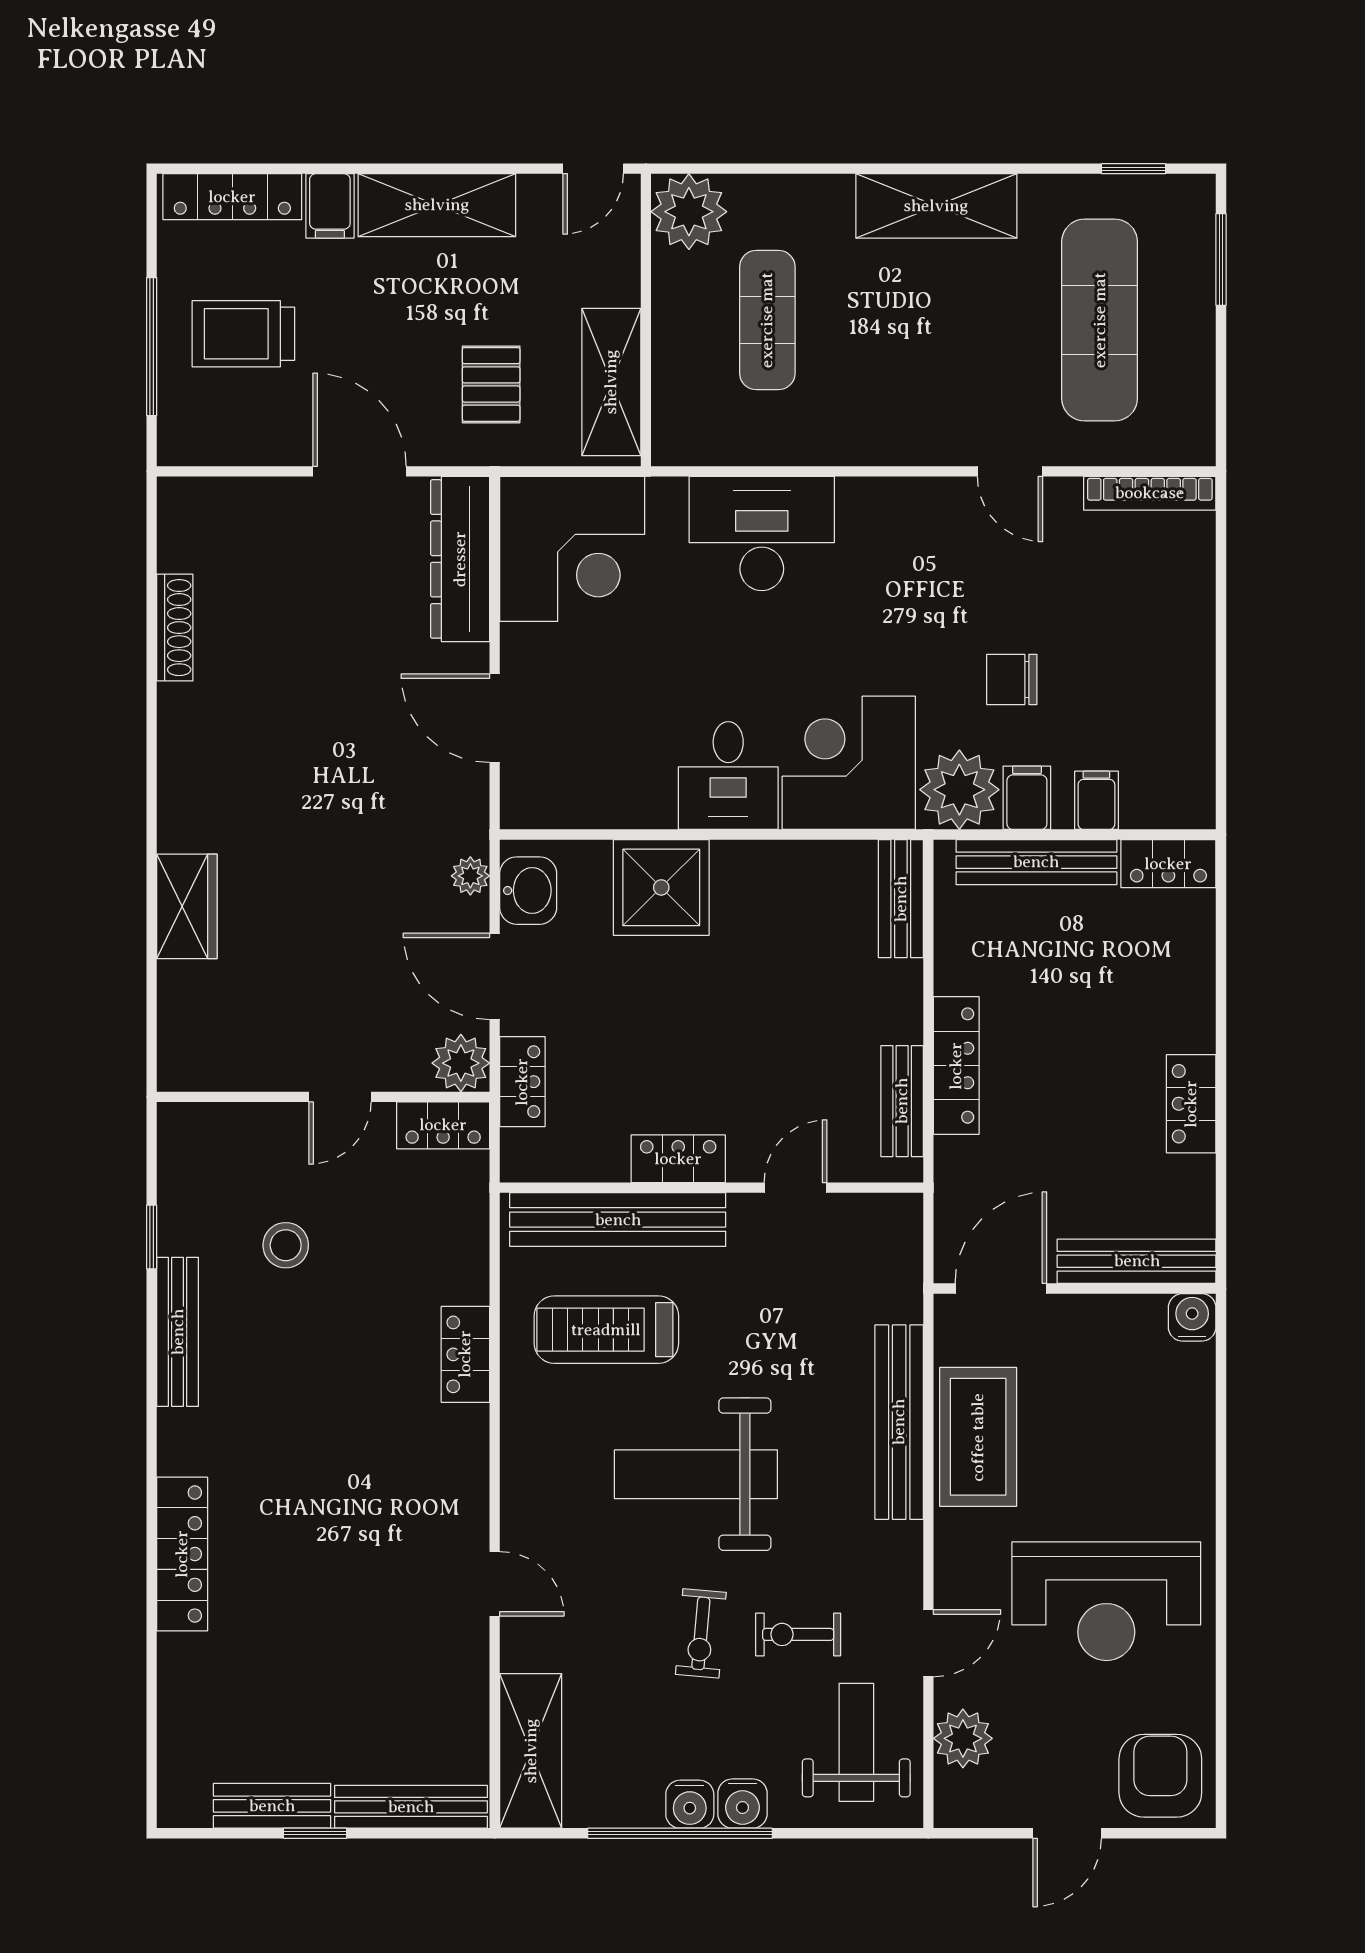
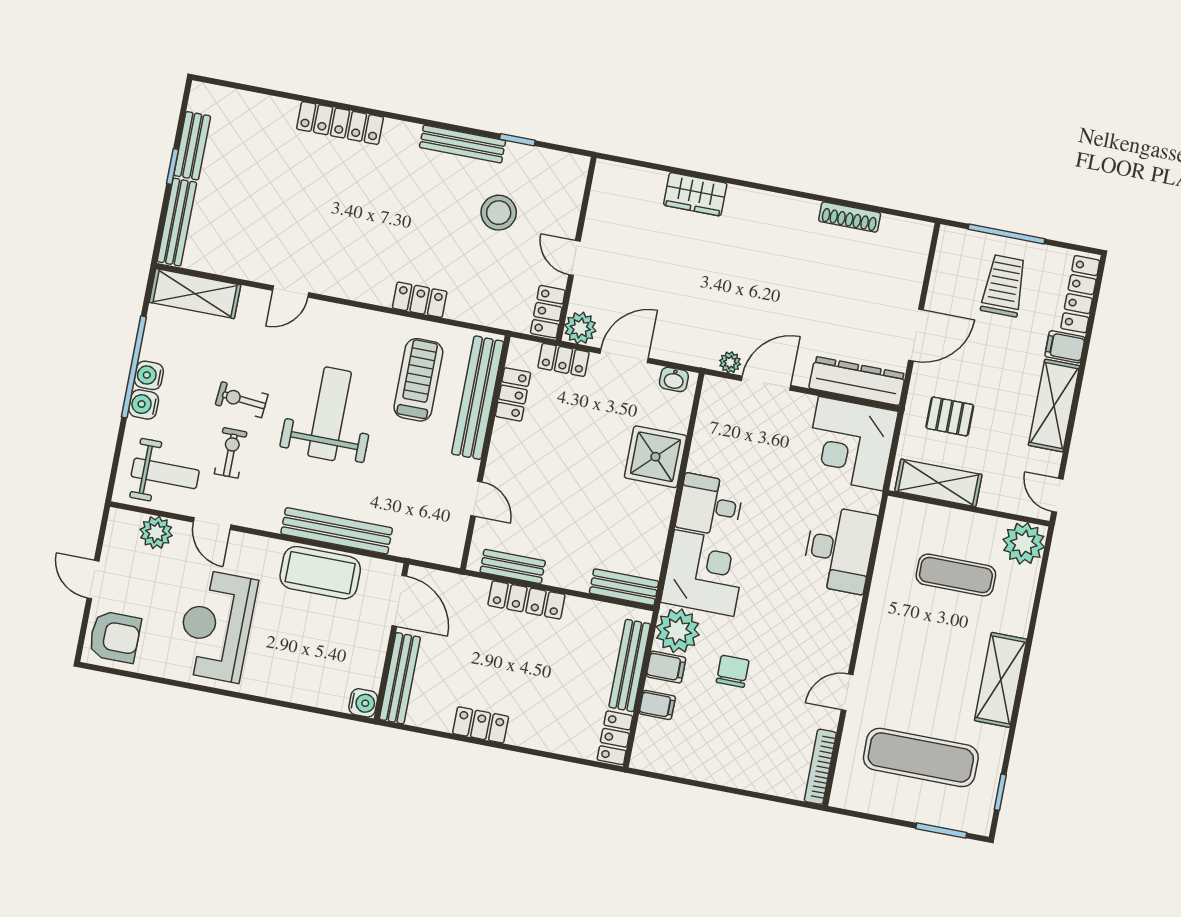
plant: (470, 876) -> (730, 362), moved
washbasin: (528, 891) -> (674, 379), width x0.72, depth x0.69
locker: (678, 1159) -> (513, 394), moved
stool: (286, 1245) -> (499, 213), width x1.38, depth x1.38

